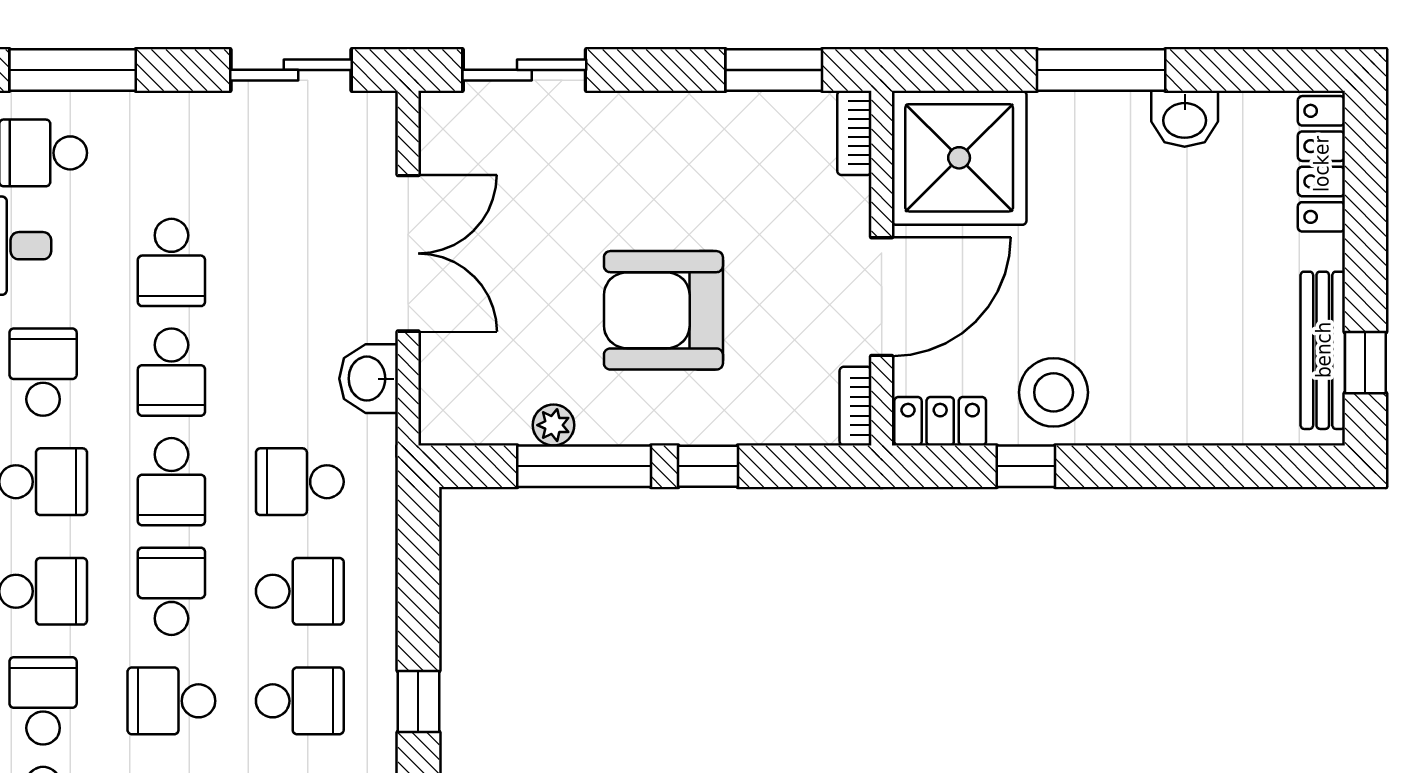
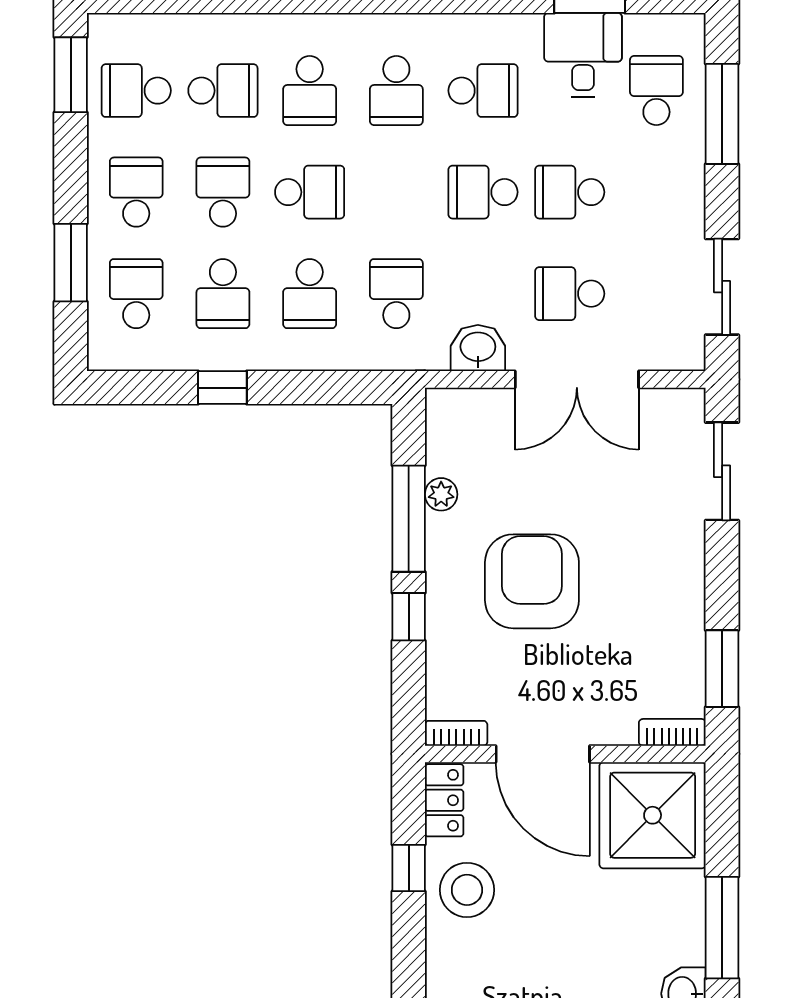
school desk: (171, 482) -> (570, 294), moved

